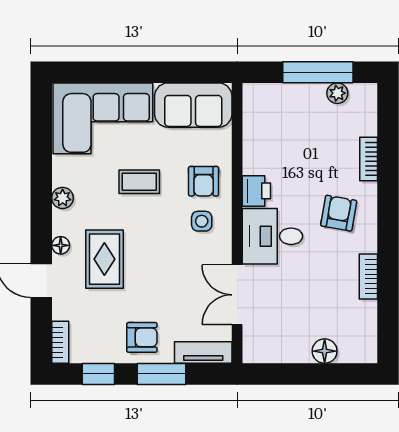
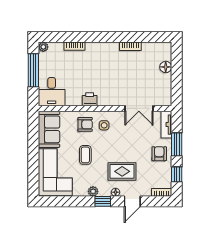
plant: (337, 93) -> (43, 47), moved
armchair: (339, 213) -> (100, 60), removed
window: (41, 218) -> (103, 201), added
desk: (272, 236) -> (52, 92), moved

